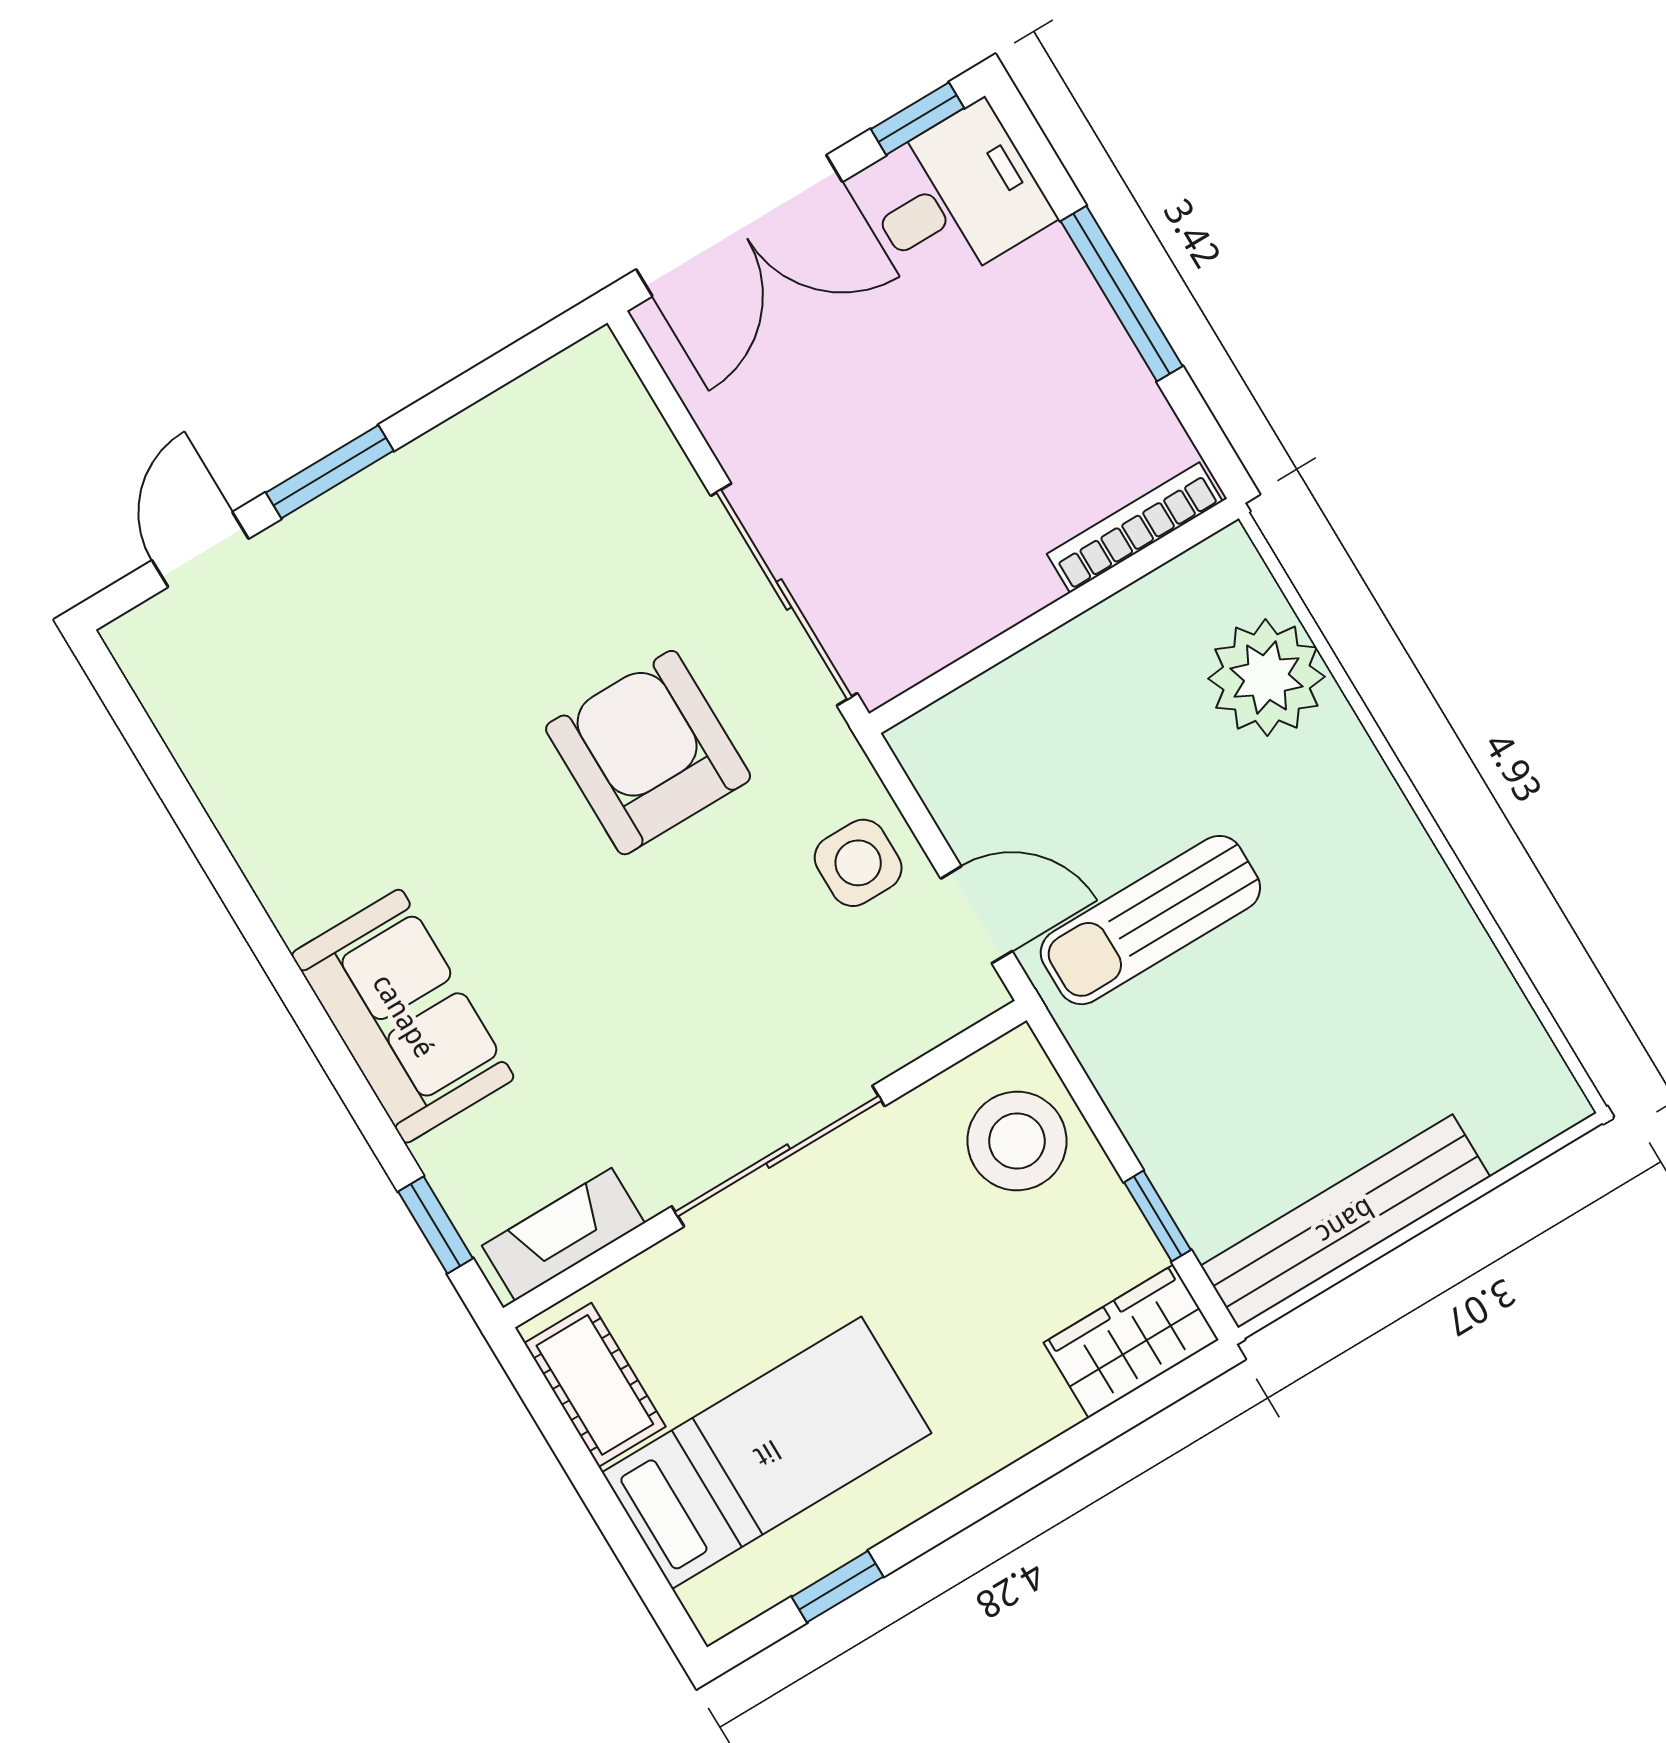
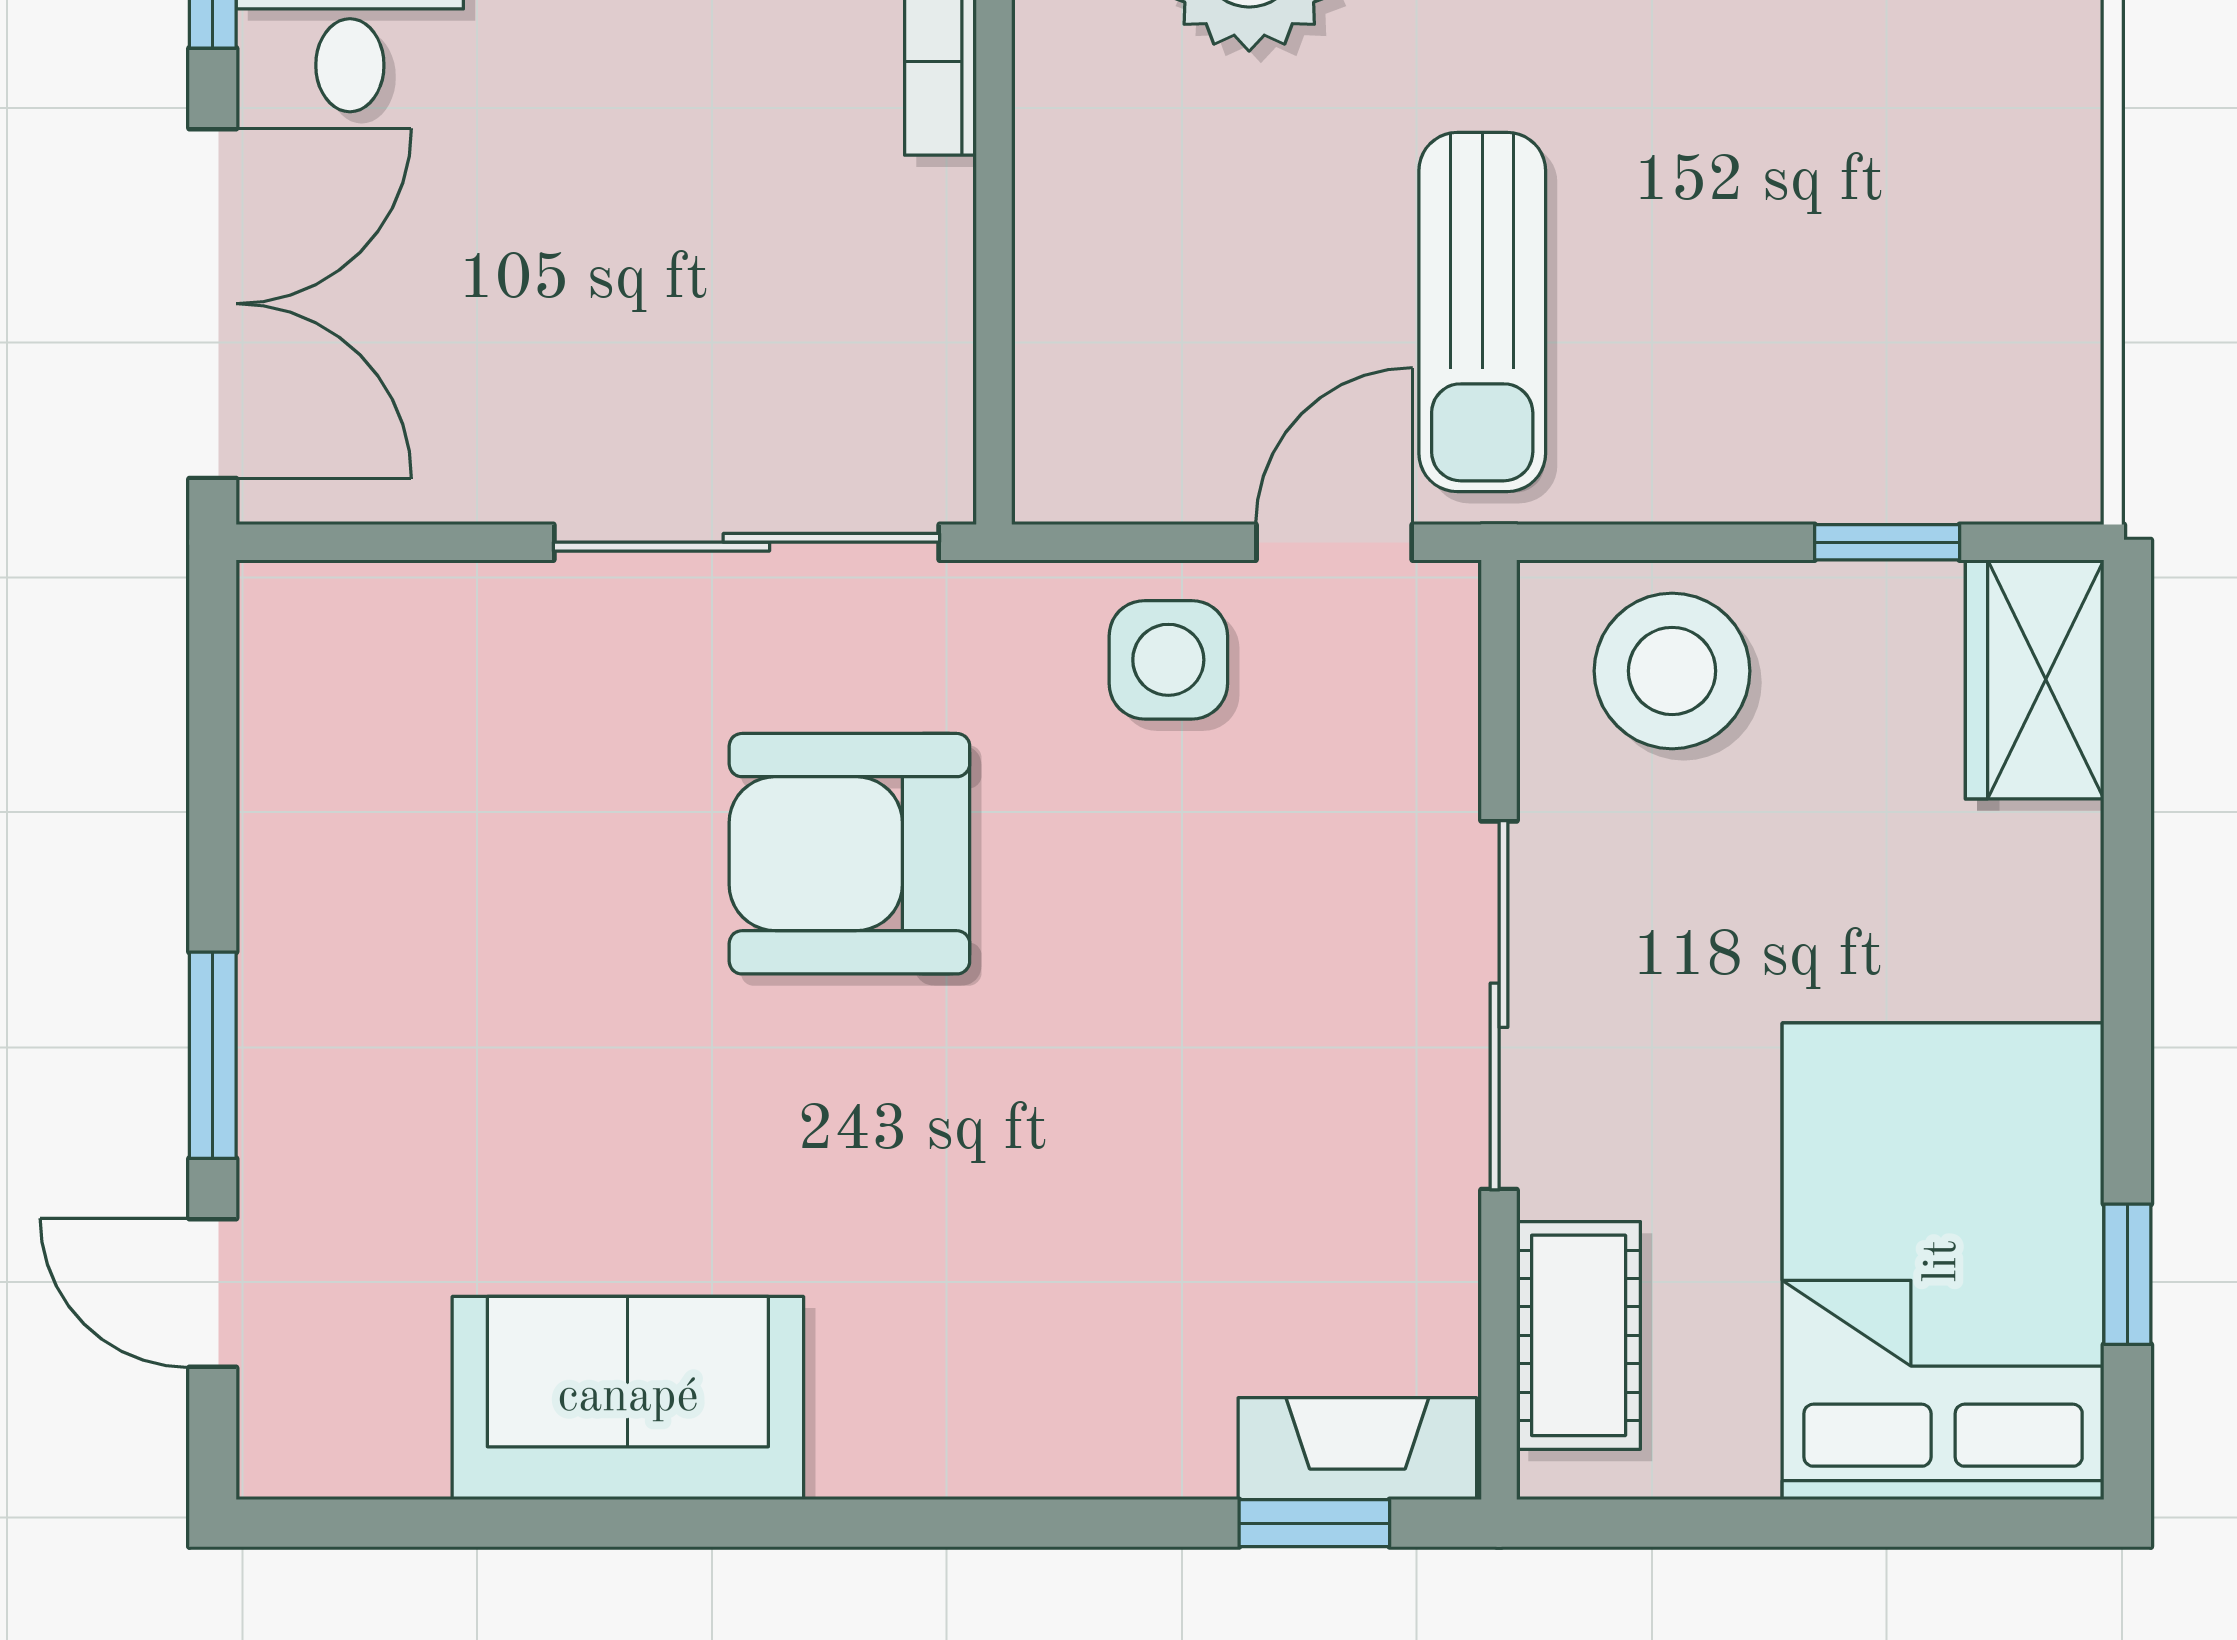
sofa: (403, 1016) -> (628, 1398), moved
bench: (1345, 1221) -> (2046, 293), removed
fireplace: (563, 1234) -> (1357, 1449), moved, turned 90
cot: (595, 1385) -> (1579, 1335), moved, turned 90
bed: (767, 1453) -> (1943, 1261), width x1.50

